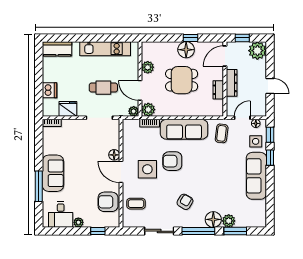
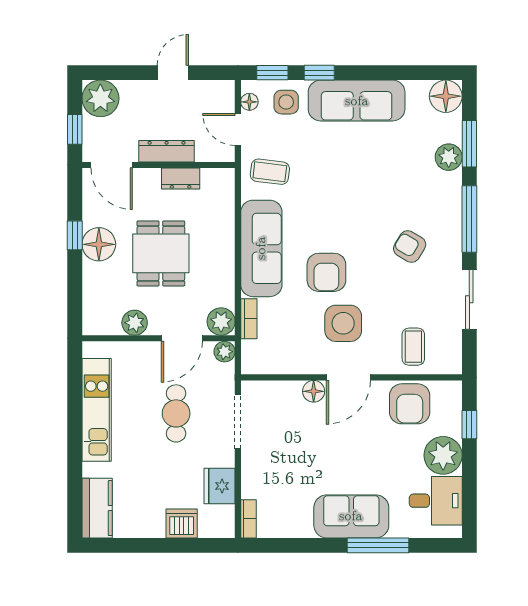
floor lamp: (213, 219) -> (446, 96), moved
plant: (78, 222) -> (443, 455), width x1.88, depth x1.88

